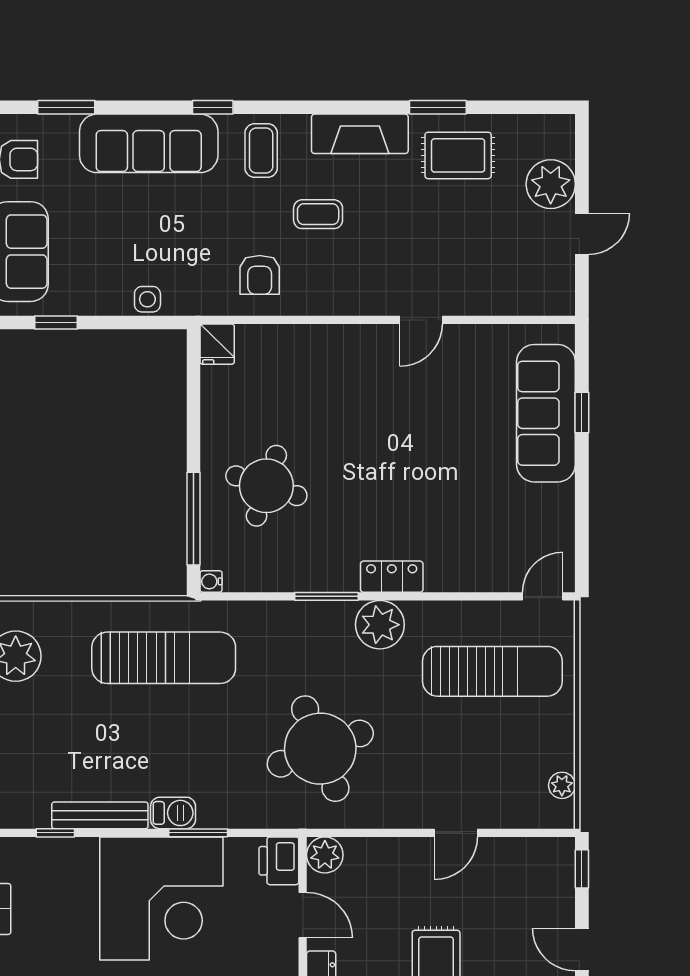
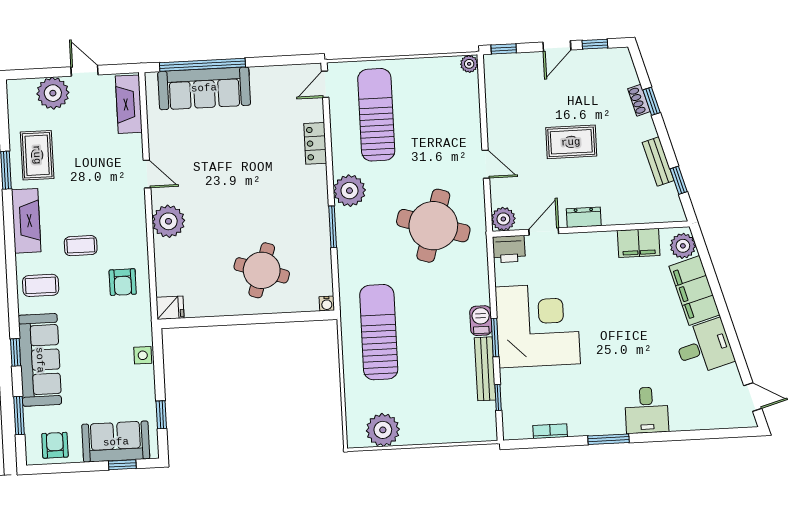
window: (213, 107) -> (16, 352), moved
coffee table: (318, 214) -> (81, 246), turned 90
armchair: (260, 275) -> (123, 282), turned 90
fireplace: (528, 298) -> (129, 104), added
plant: (348, 349) -> (168, 221), added
window: (582, 413) -> (202, 65), width x3.17
window: (193, 519) -> (286, 317), removed
locker: (392, 577) -> (315, 143), moved
door: (543, 596) -> (325, 84), hinge flipped
round table: (320, 749) -> (433, 226), turned 38
plant: (562, 785) -> (469, 64), moved
window: (198, 833) -> (495, 338), moved
door: (456, 833) -> (486, 164), moved

